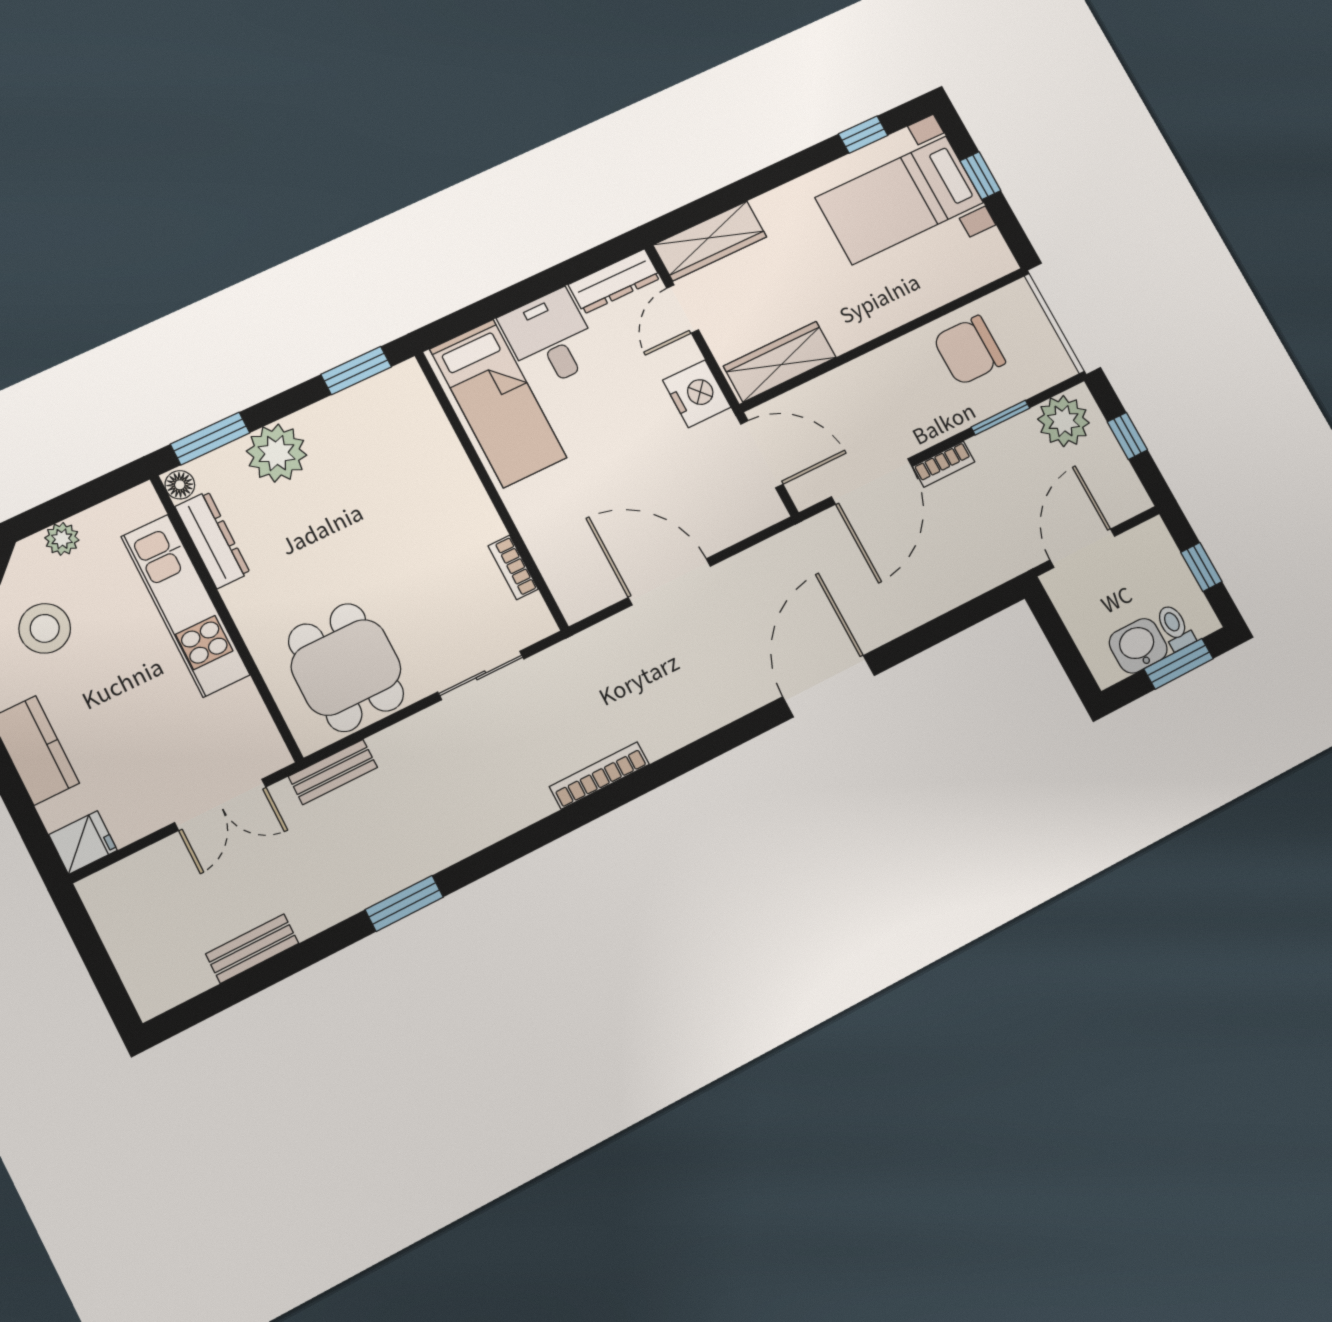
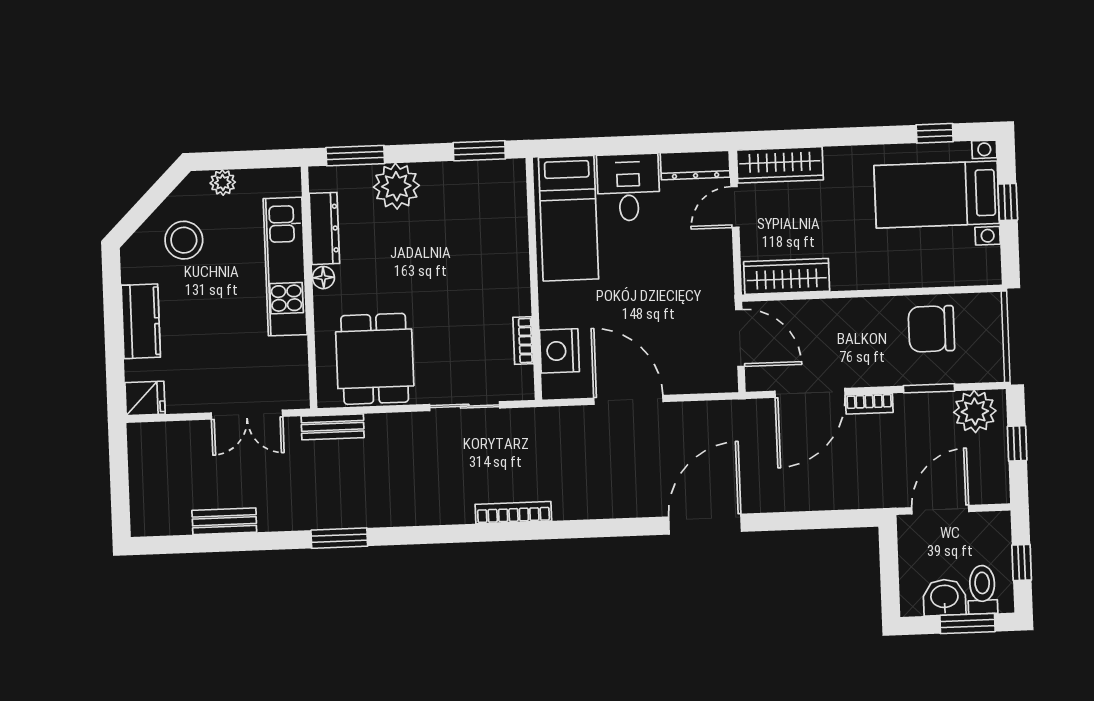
nightstand: (697, 394) -> (559, 351), moved, turned 180
floor lamp: (180, 485) -> (323, 278), moved
toilet: (1175, 627) -> (982, 590), width x1.37, depth x1.39

